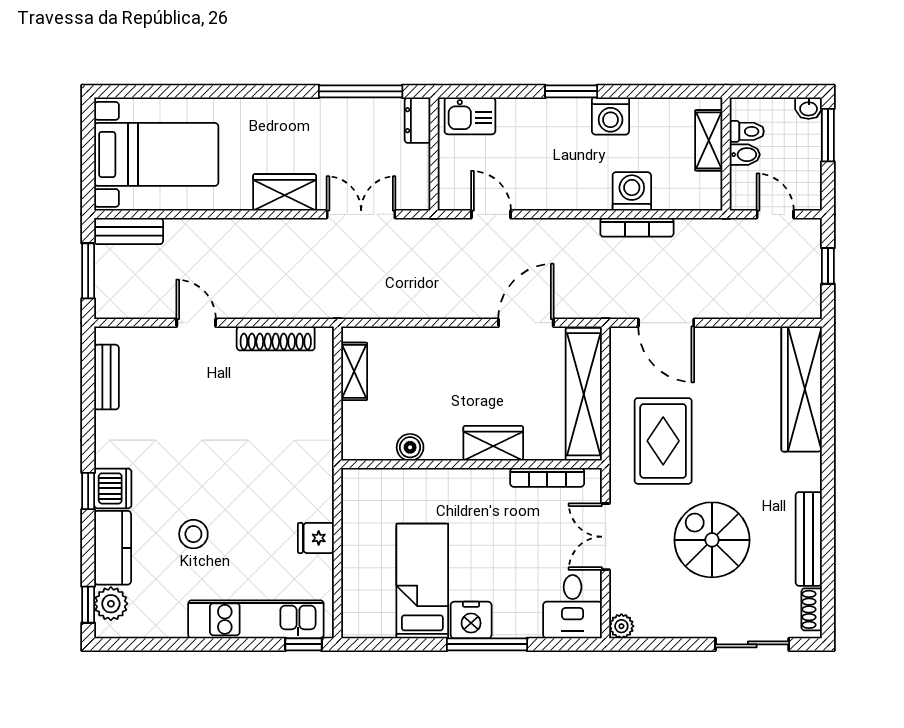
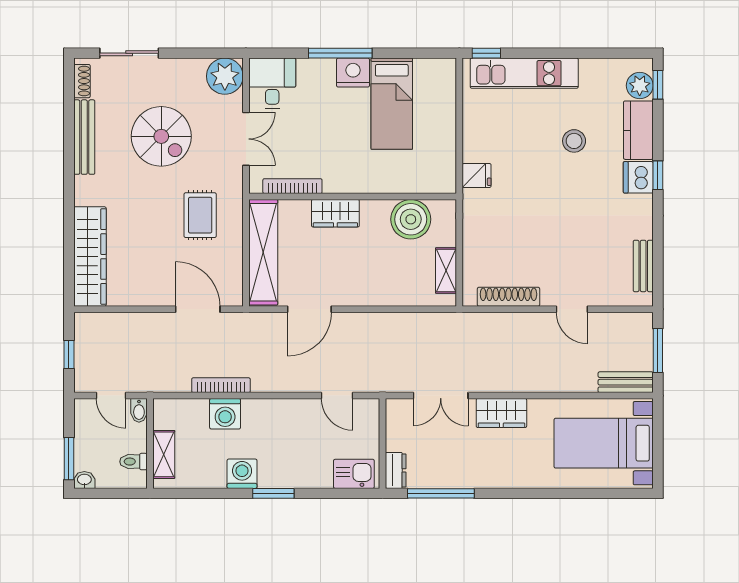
bidet: (745, 155) -> (139, 410), moved, turned -90
rug: (663, 441) -> (200, 215), width x0.73, depth x0.70
boiler: (410, 447) -> (411, 219), width x1.86, depth x1.86
fridge: (316, 538) -> (477, 175), moved
plant: (621, 626) -> (225, 76), width x1.87, depth x1.87

